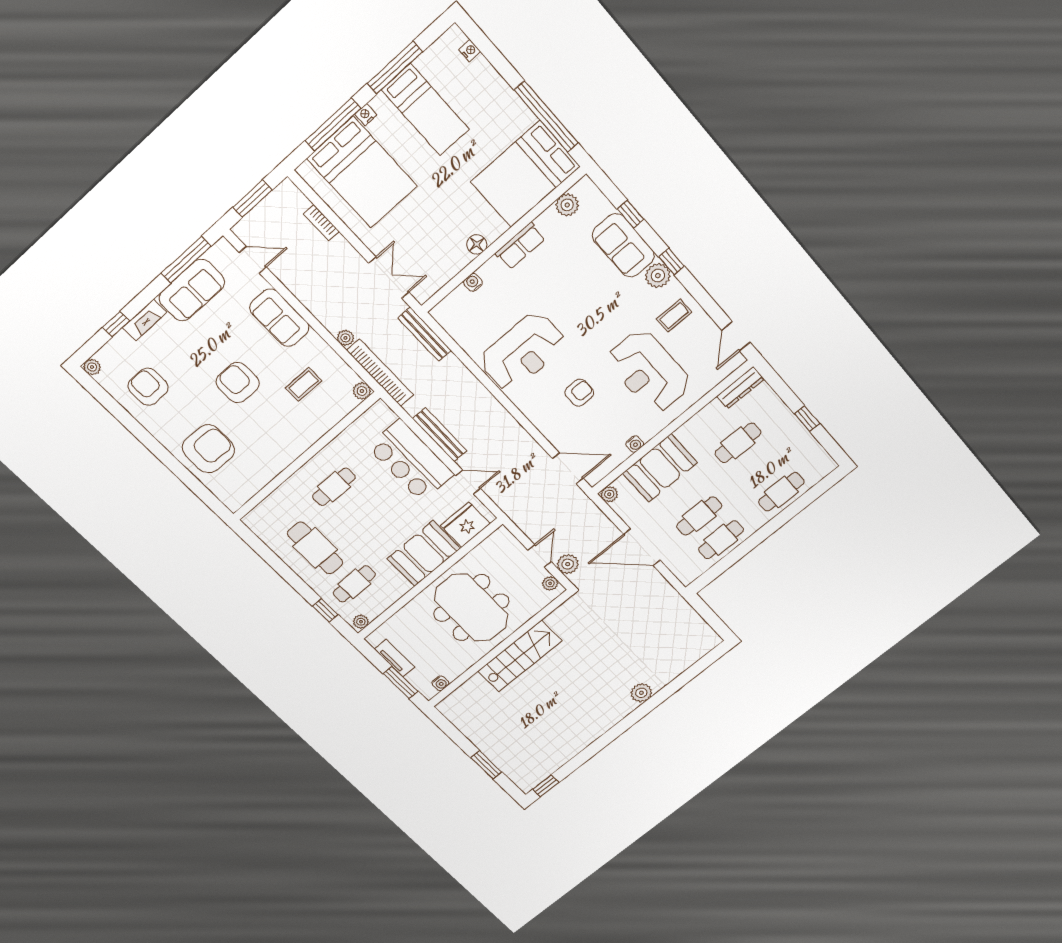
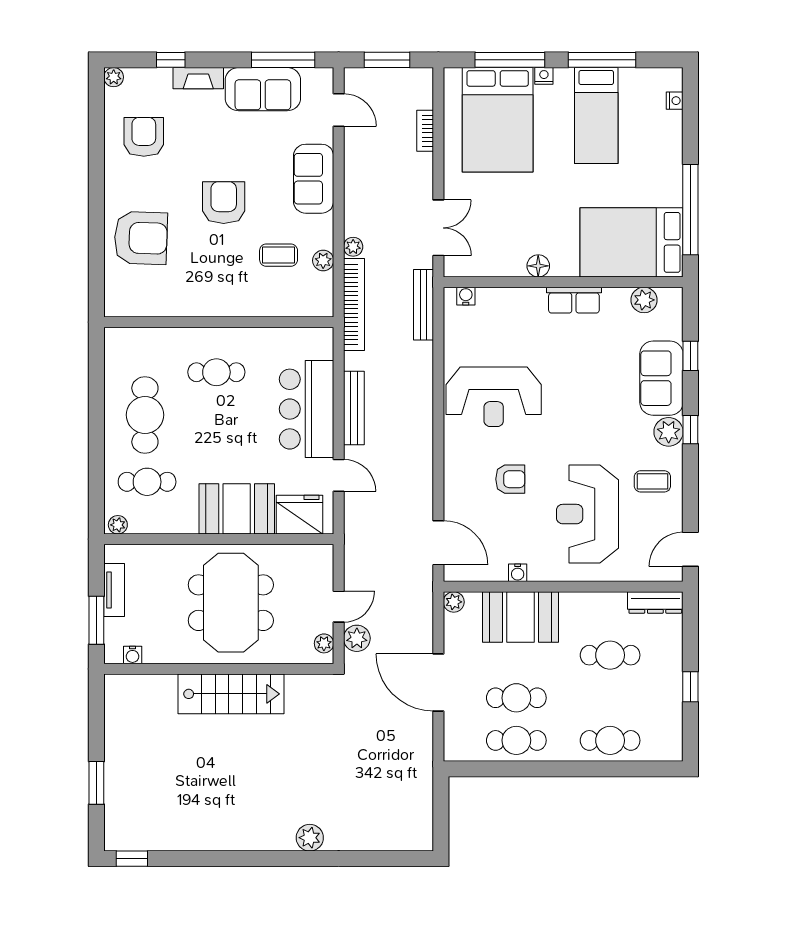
water cooler: (473, 282) -> (466, 296), moved
plant: (362, 391) -> (323, 261), moved
window: (325, 610) -> (96, 484), removed

